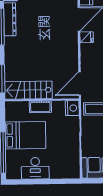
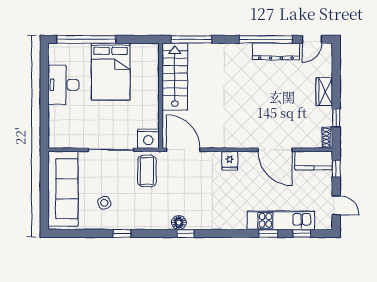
fridge: (87, 37) -> (230, 161), moved
cot: (40, 107) -> (151, 93), removed

